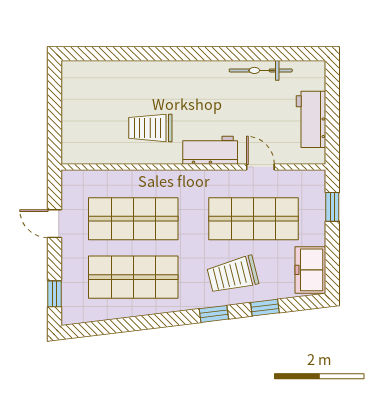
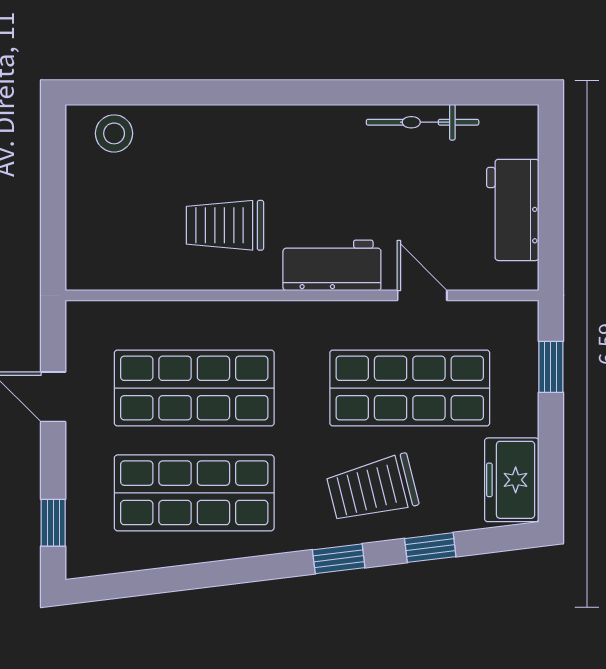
stool: (89, 77) -> (114, 133), added

